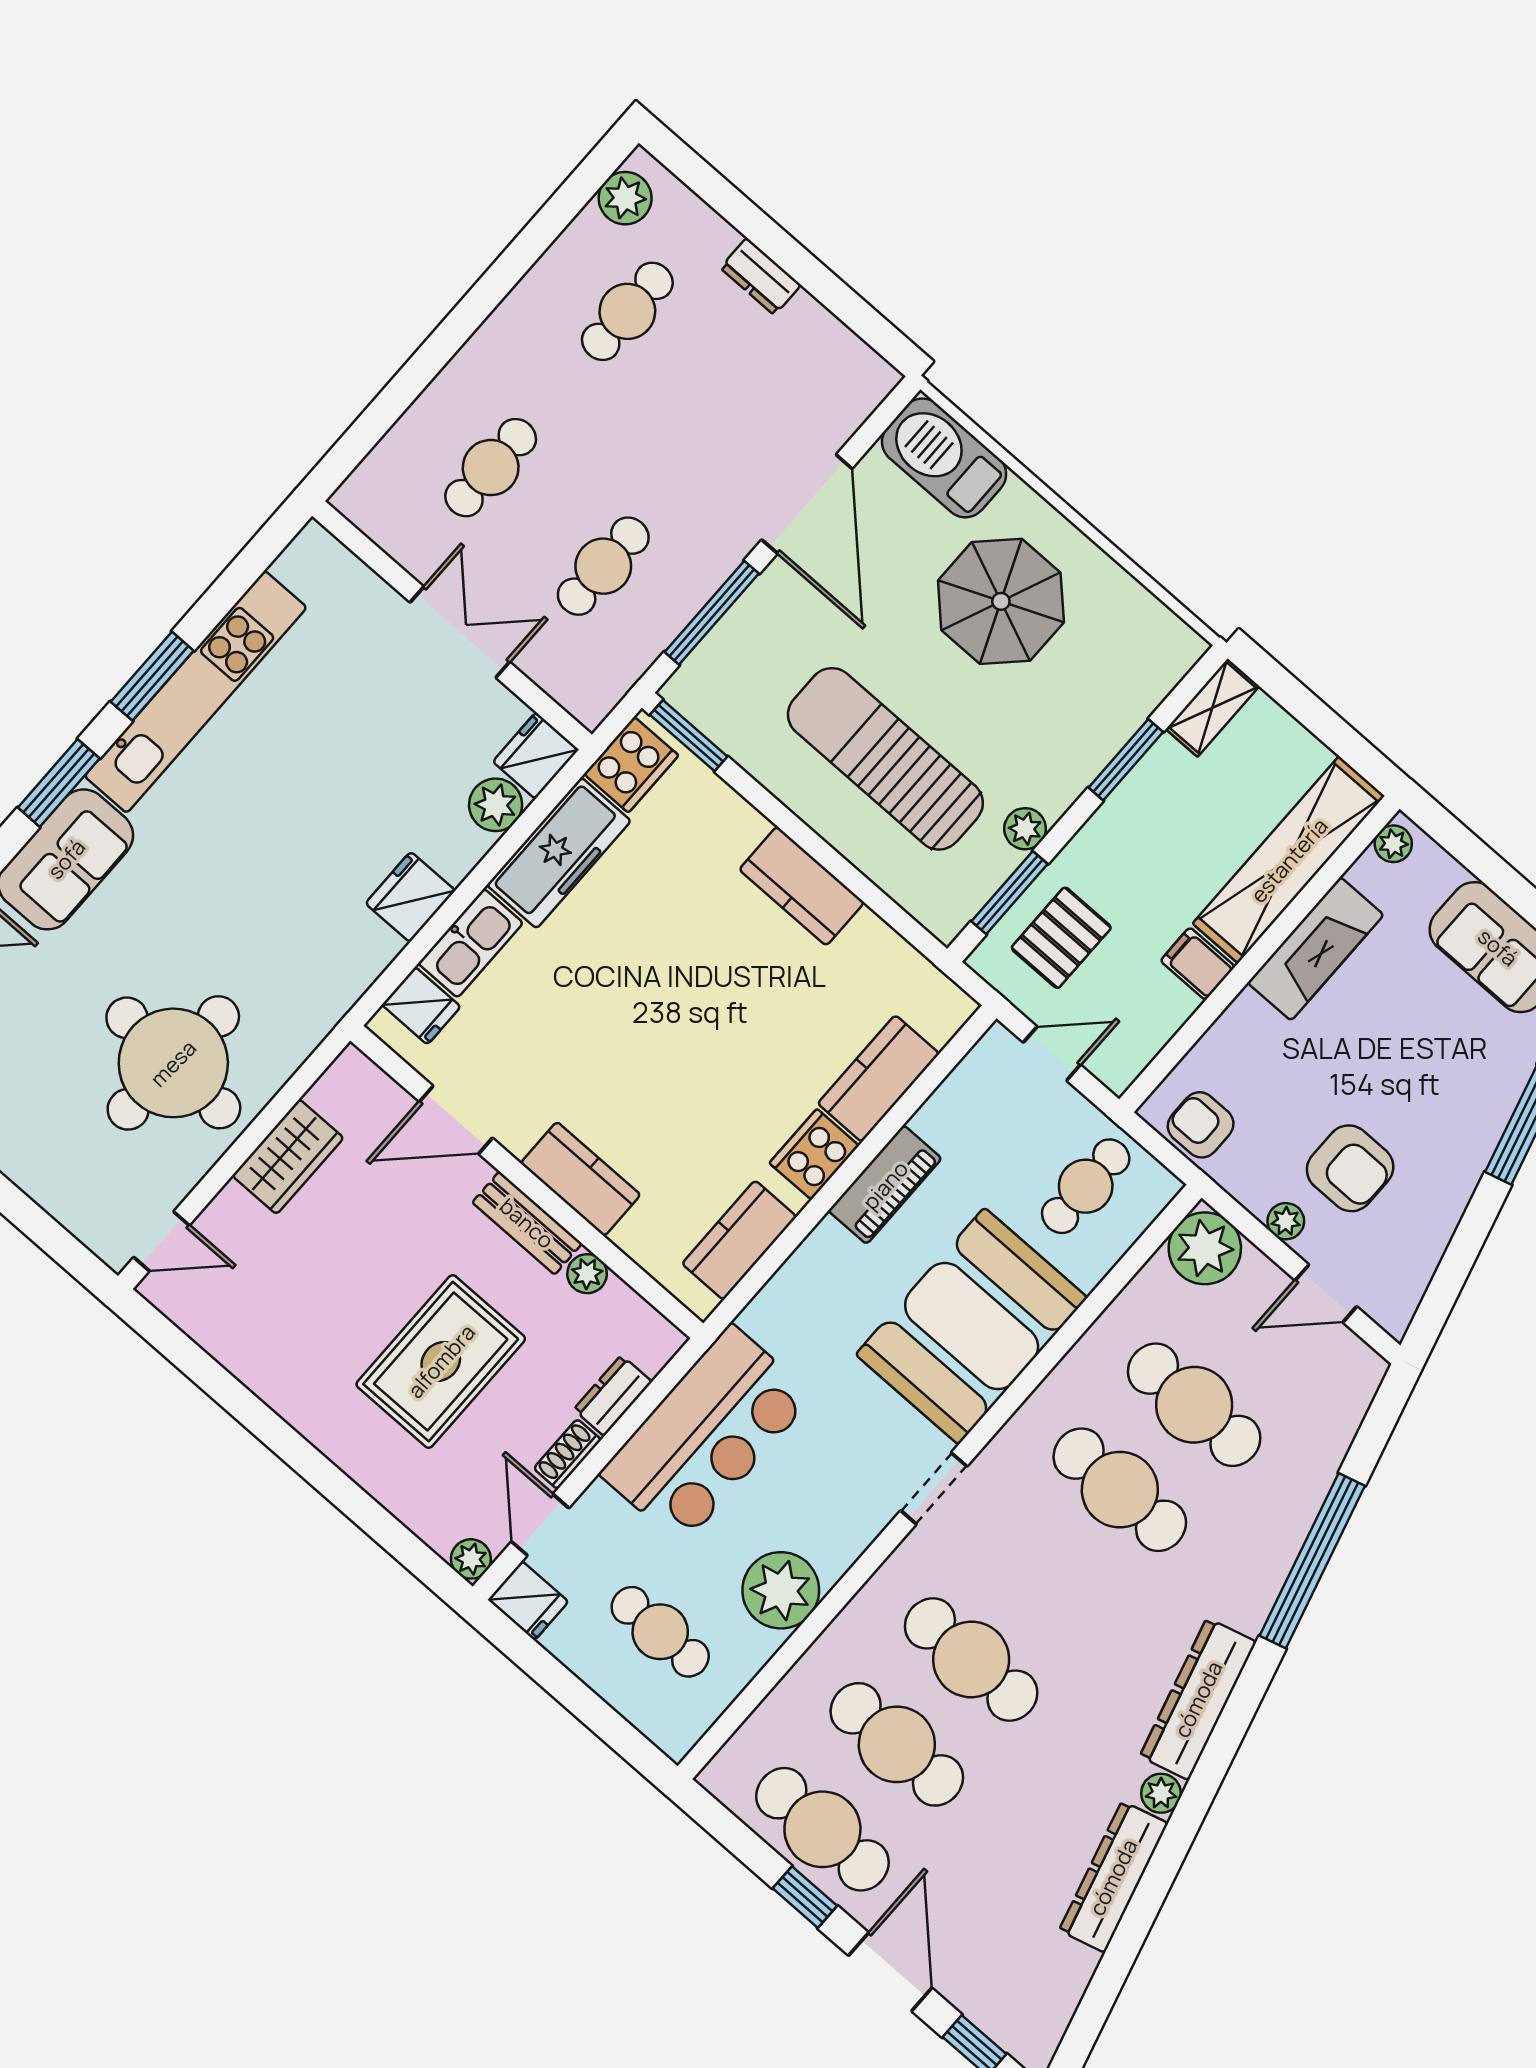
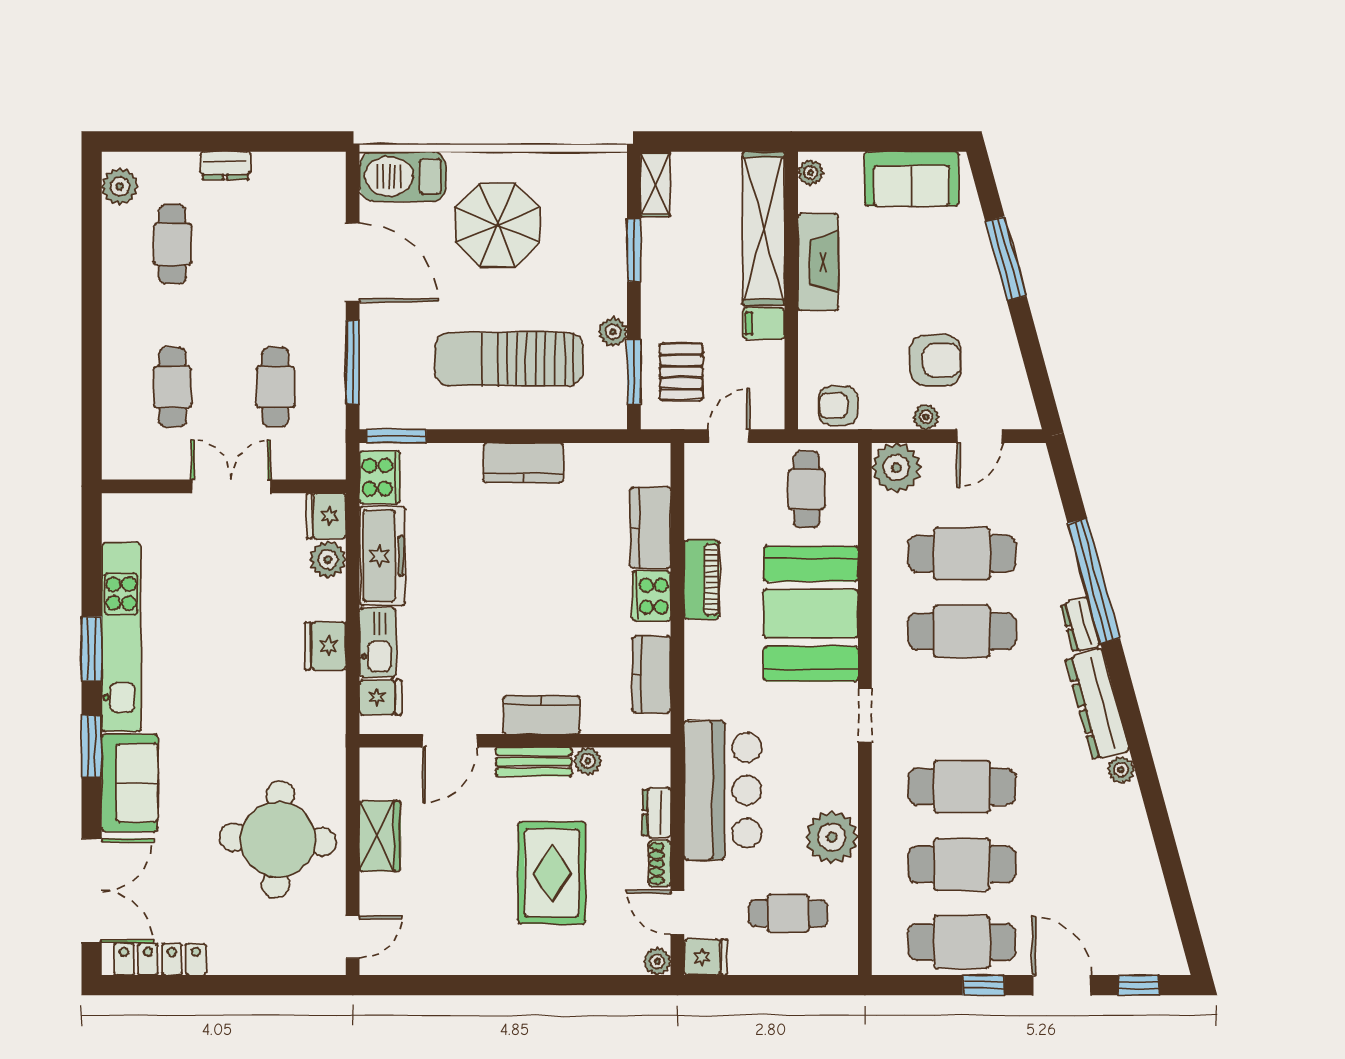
dresser: (1113, 1877) -> (1080, 625), moved, width x0.51, depth x0.80

